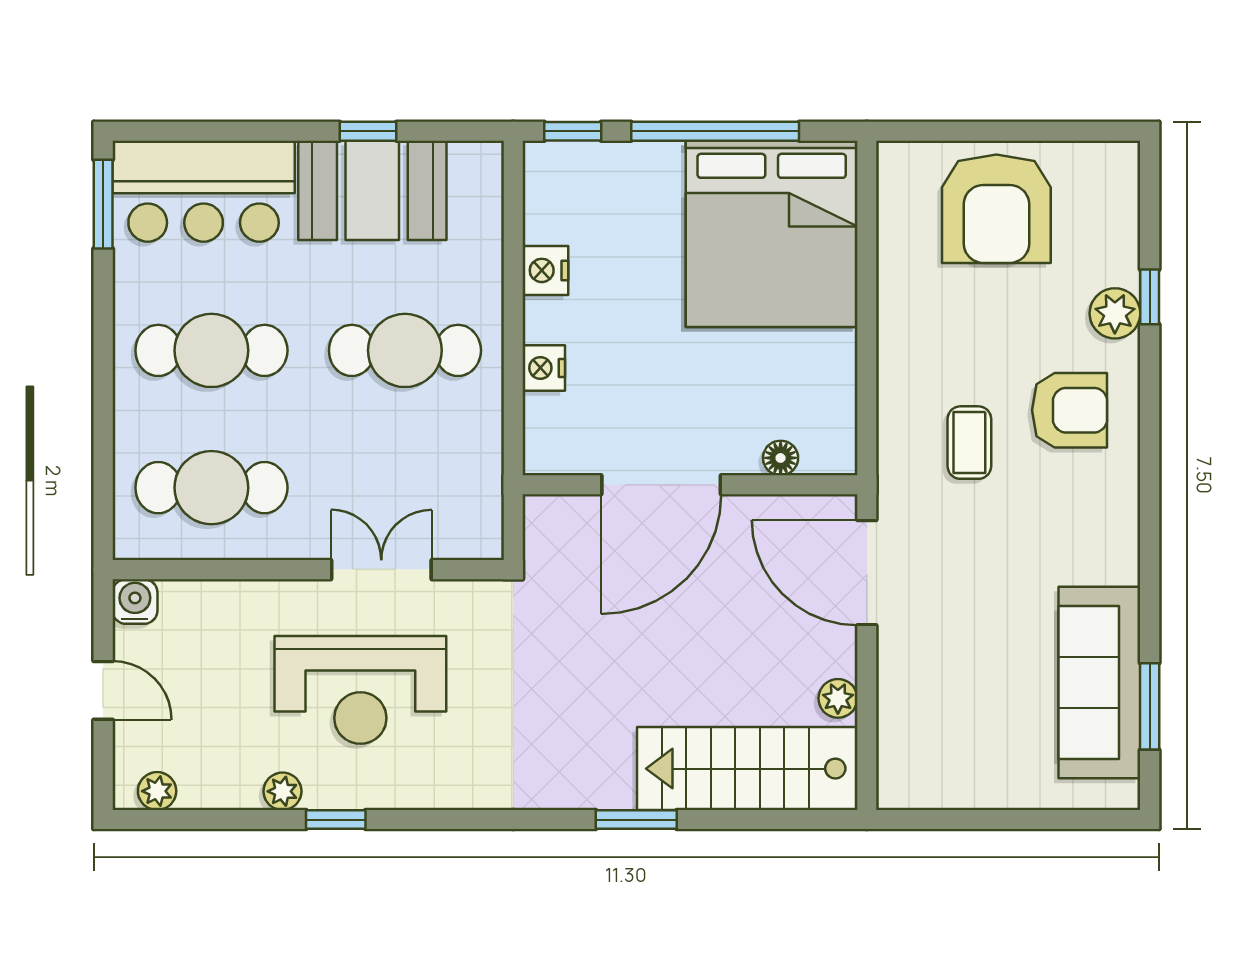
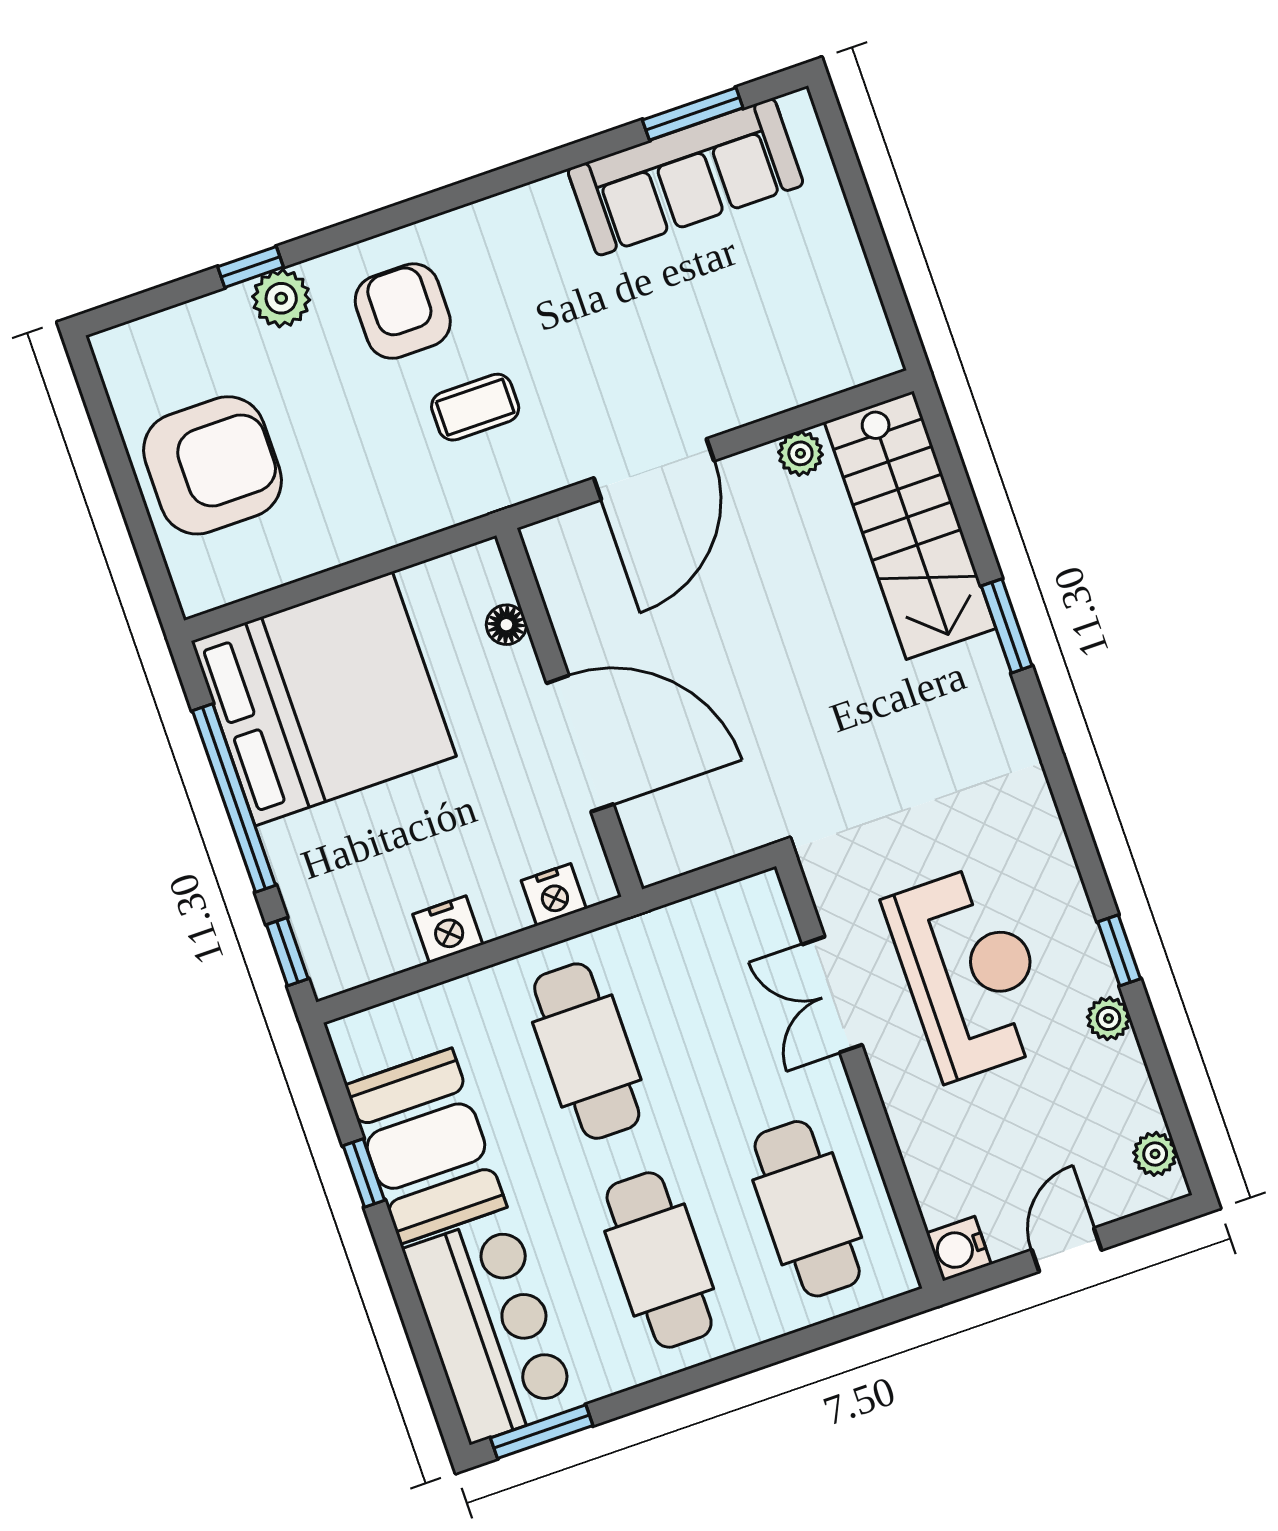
floor lamp: (781, 458) -> (506, 625), moved
door: (661, 485) -> (580, 744), moved
wall: (690, 485) -> (569, 712), moved

